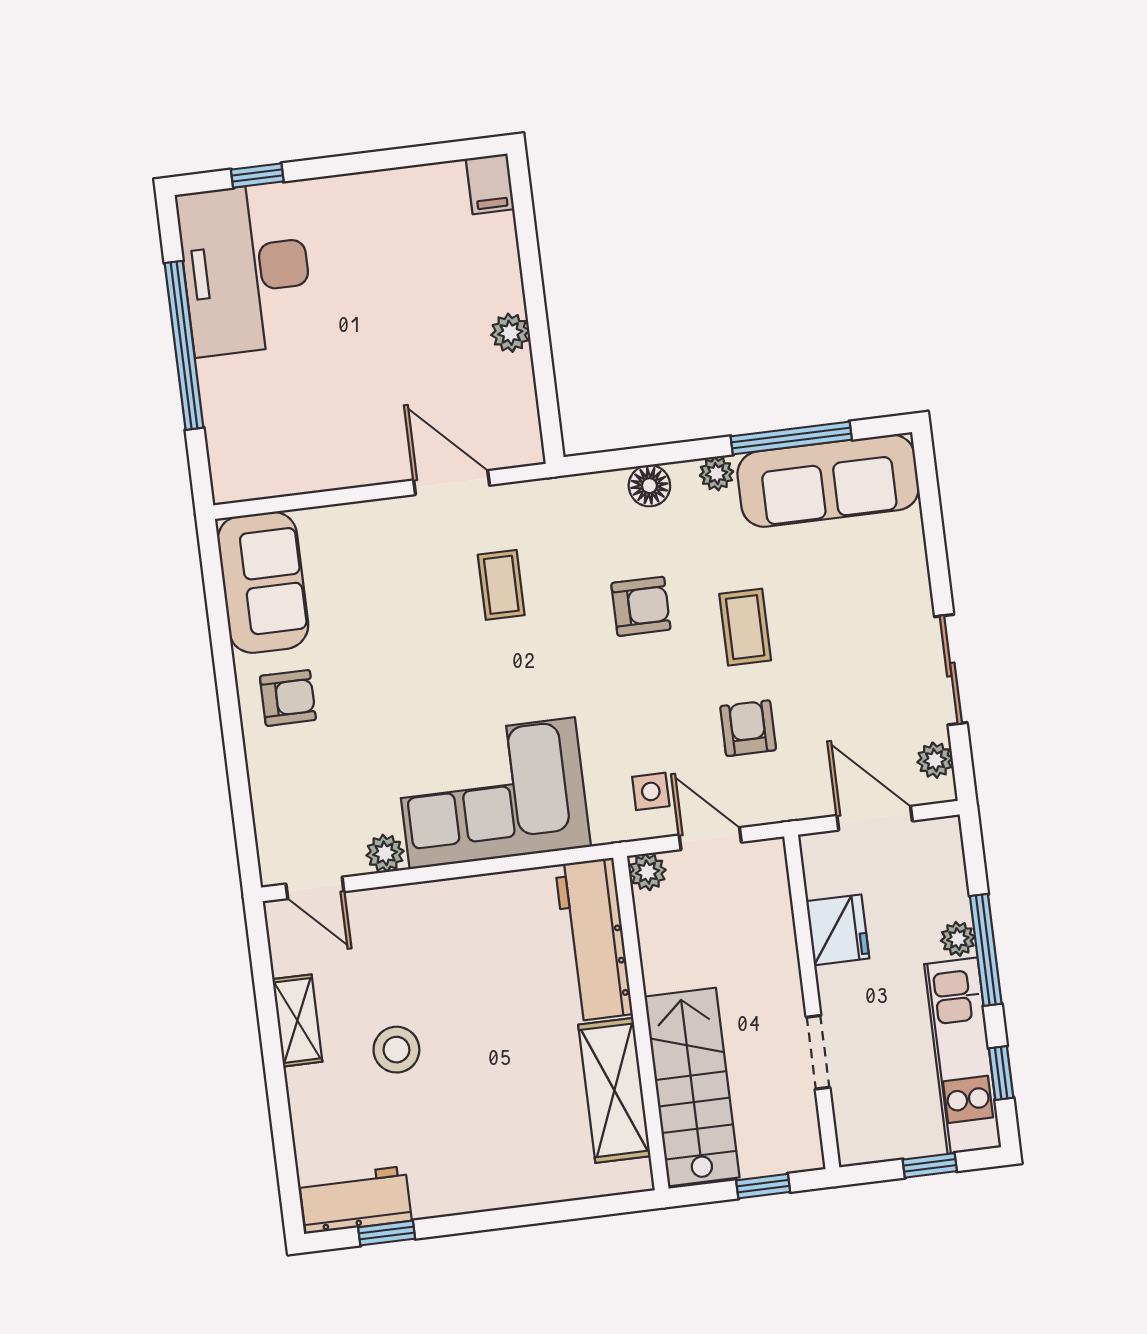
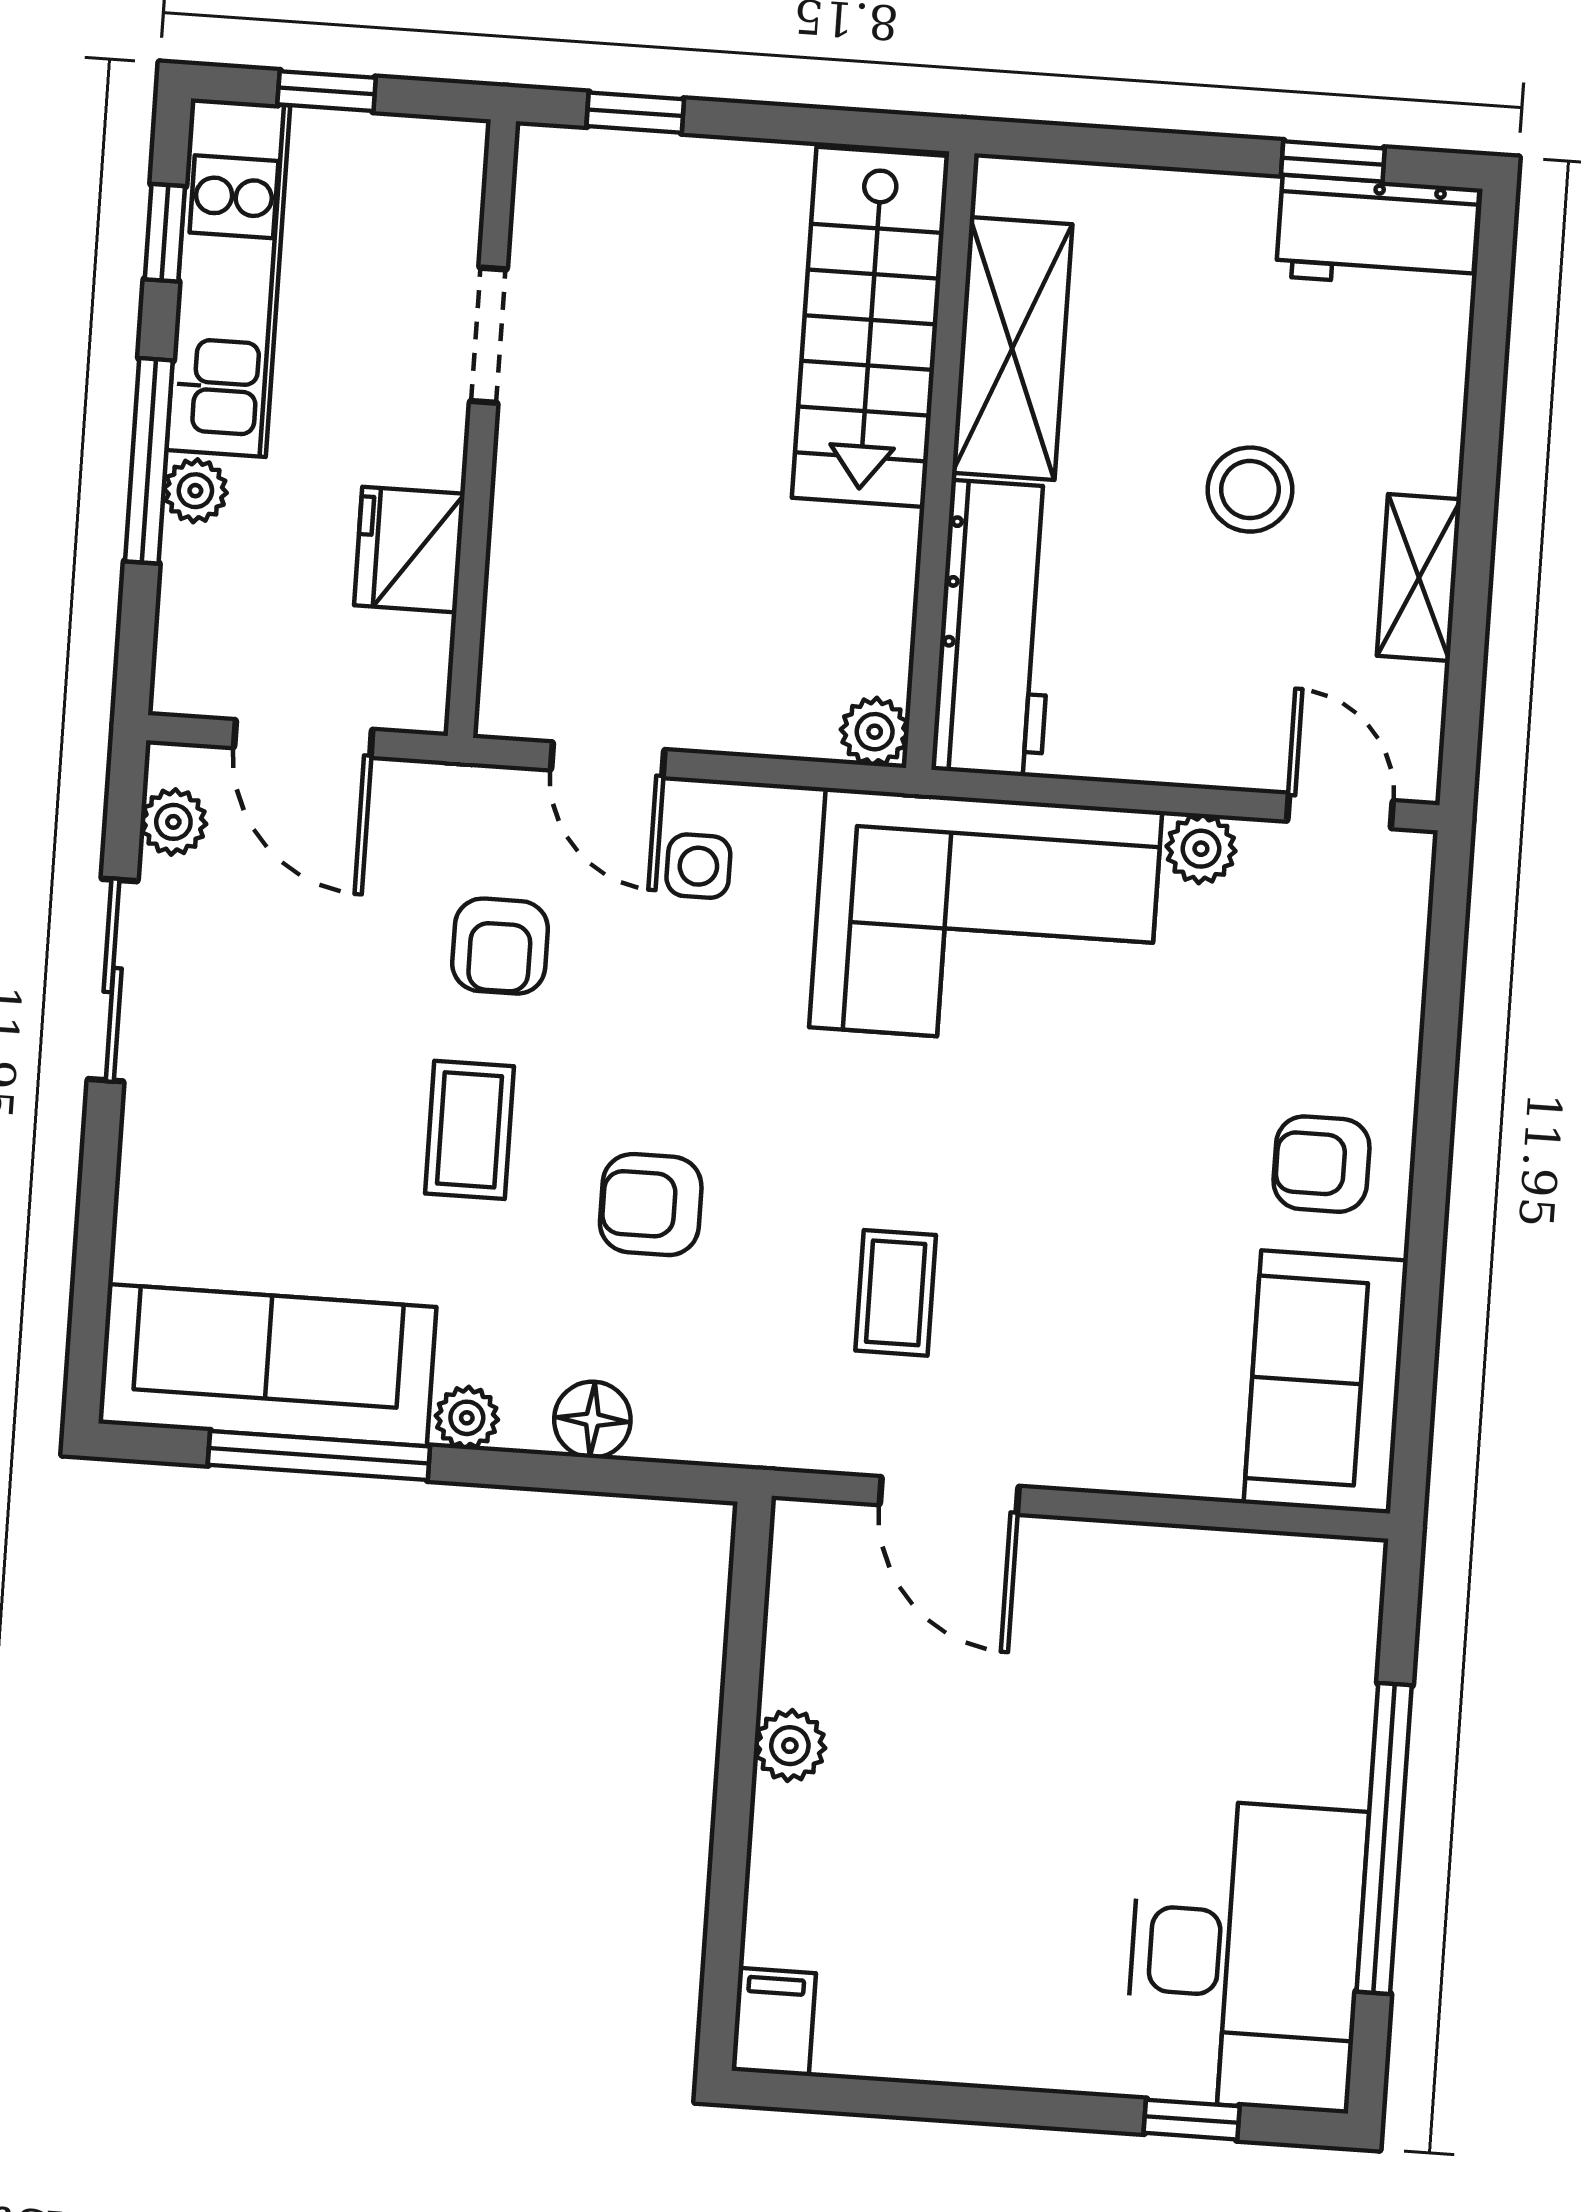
plant: (647, 872) -> (875, 732), moved
workbench: (594, 940) -> (996, 628), moved
wall: (641, 1023) -> (940, 461), moved
stairs: (692, 1087) -> (870, 327), moved
shelving: (614, 1090) -> (1012, 348), moved

